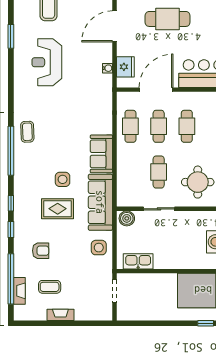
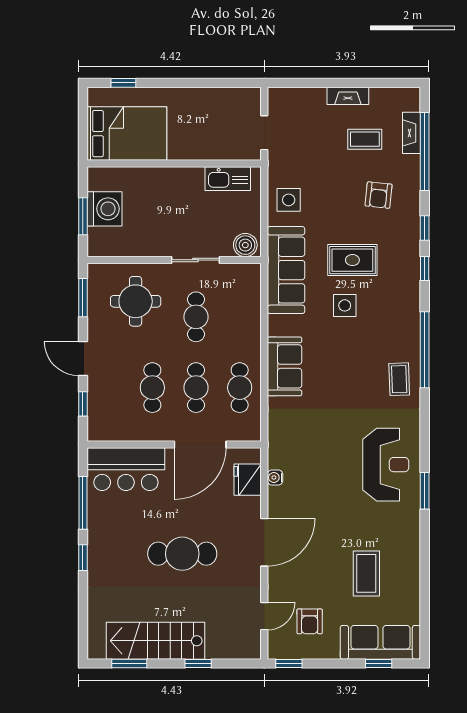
window: (11, 36) -> (425, 491), moved
reception desk: (47, 62) -> (386, 465), moved
sofa: (101, 154) -> (285, 366), moved
armchair: (41, 251) -> (379, 195), turned -84

